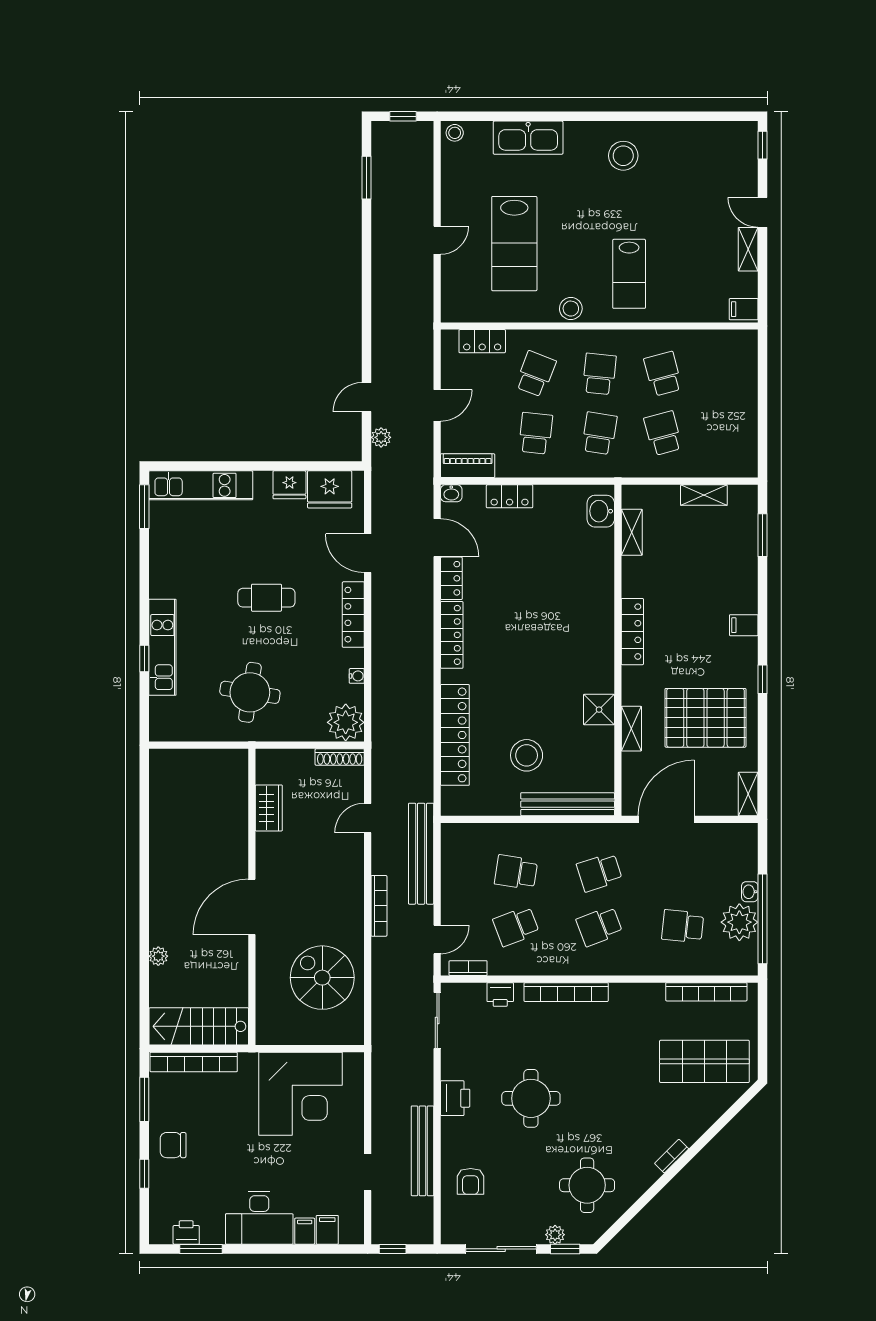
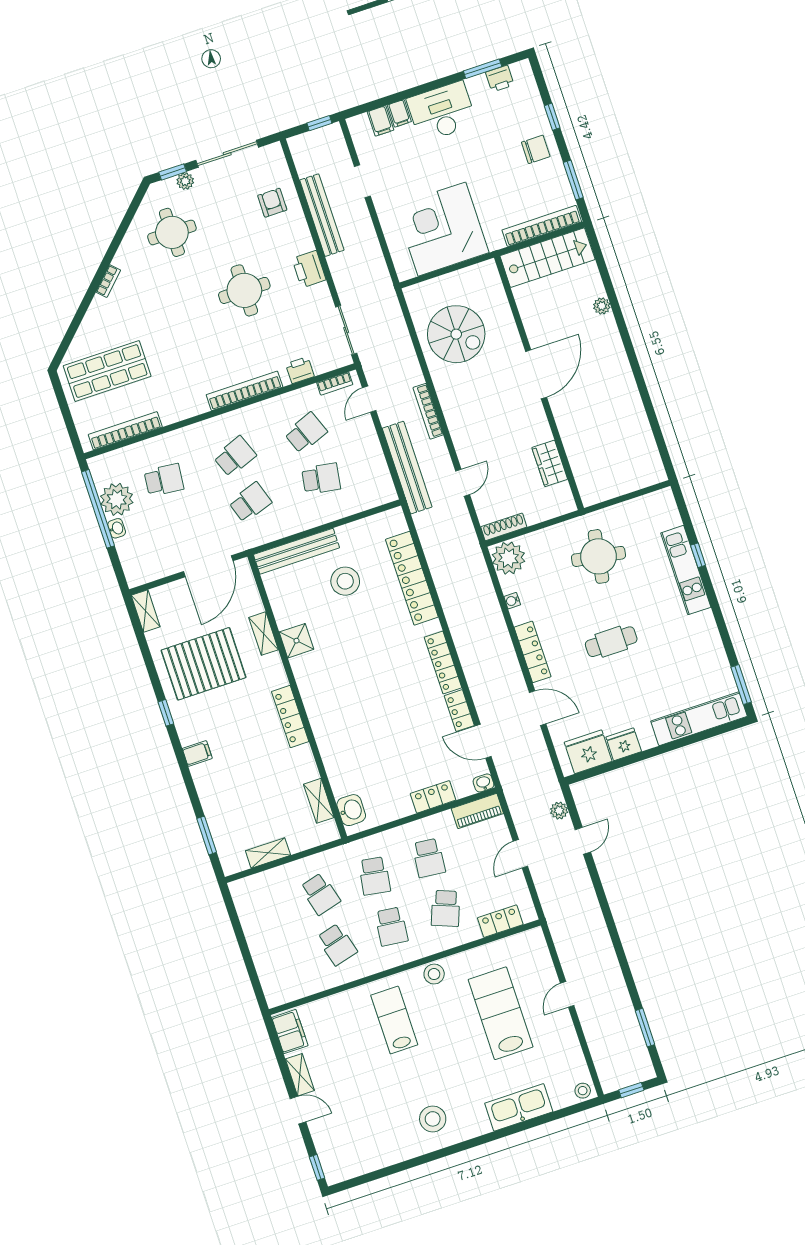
filing cabinet: (744, 309) -> (290, 1032), width x2.00

